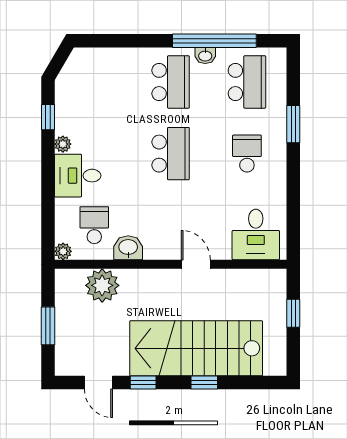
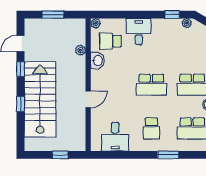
plant: (63, 144) -> (187, 23), moved
school desk: (247, 154) -> (151, 128), turned 90
school desk: (94, 225) -> (110, 41), turned 180
desk: (256, 234) -> (115, 137), moved, turned -90
plant: (102, 285) -> (80, 50), width x0.53, depth x0.53

